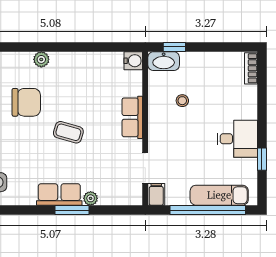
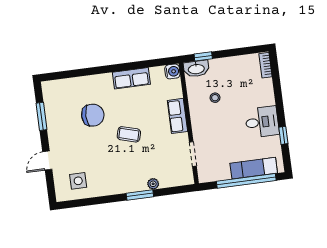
plant: (41, 59) -> (100, 80), removed
filing cabinet: (156, 194) -> (204, 174), removed
row of seats: (59, 195) -> (131, 78), moved, turned 180

